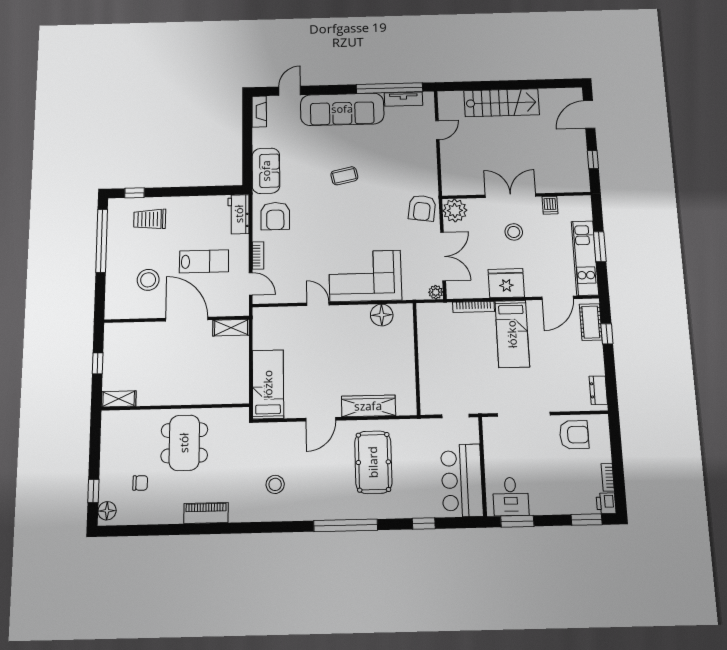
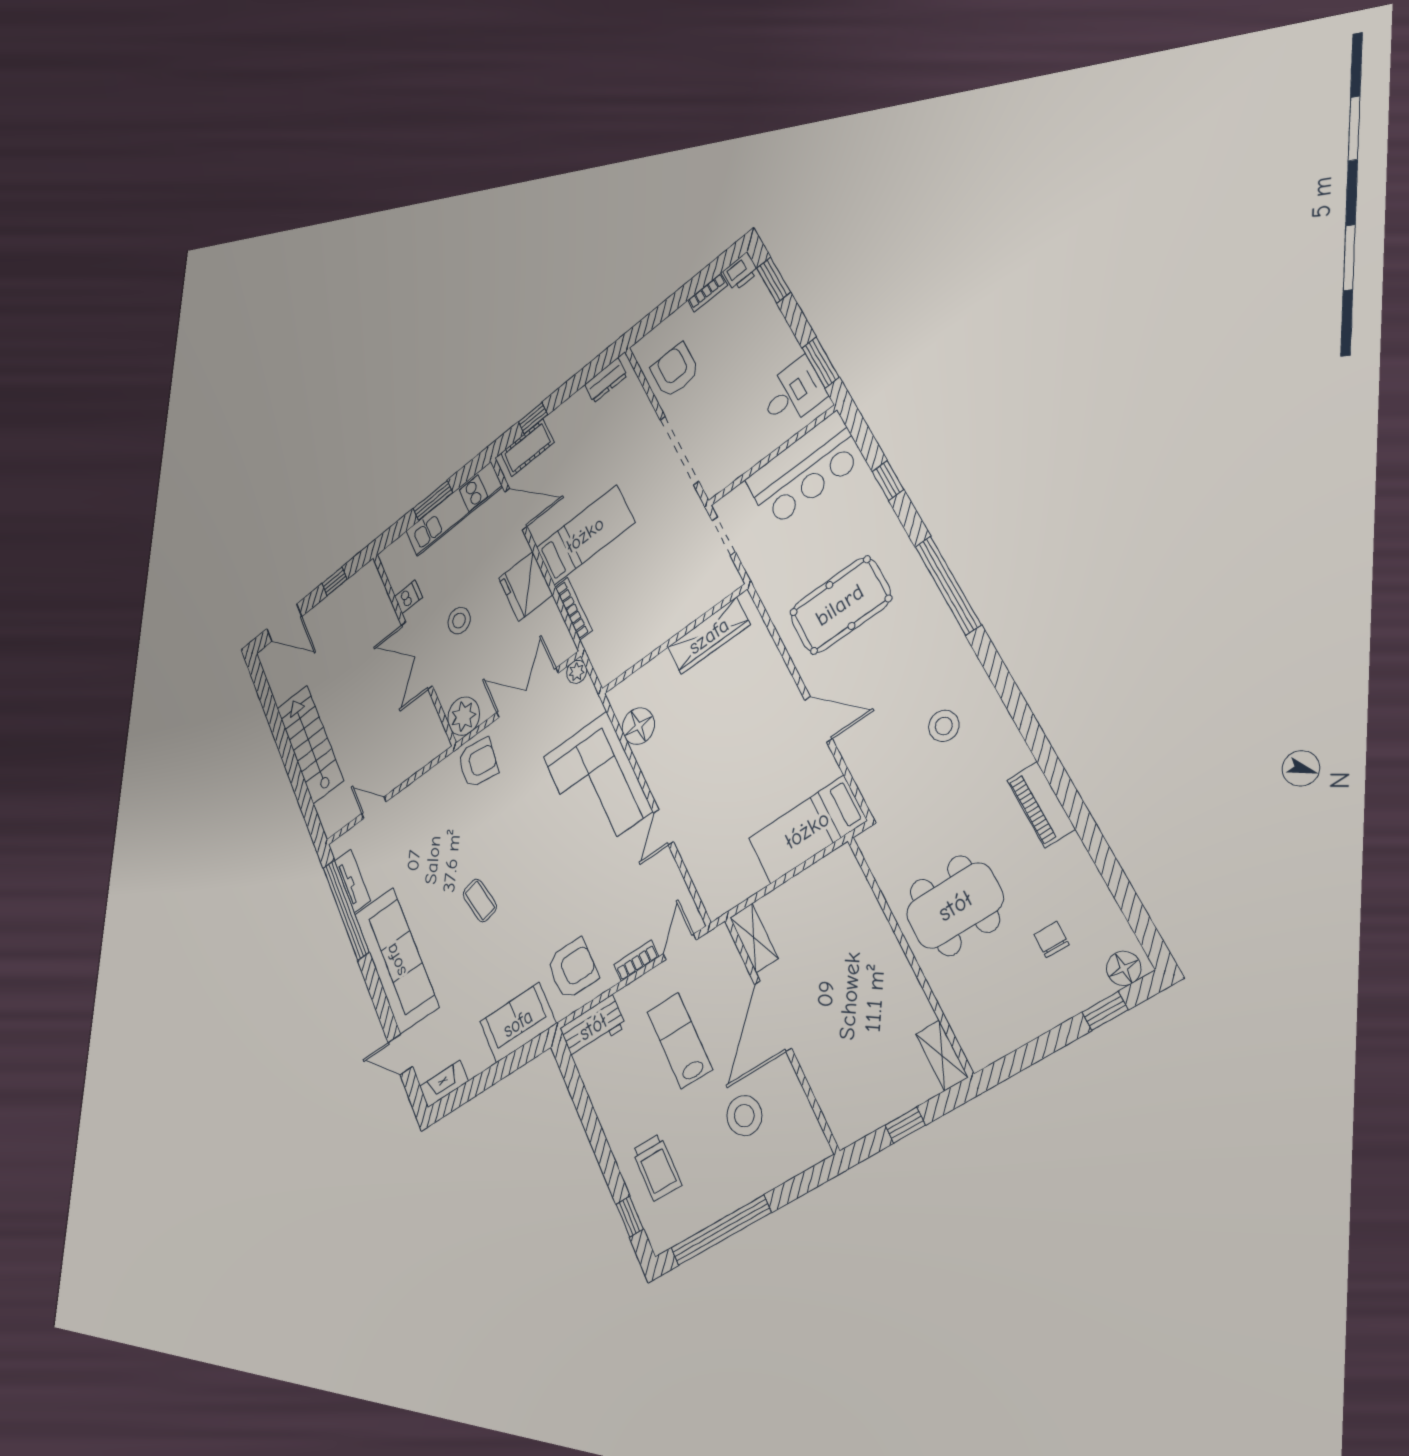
wardrobe: (368, 406) -> (709, 636), moved, turned -90

